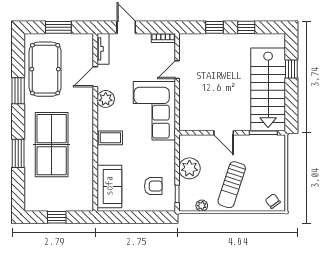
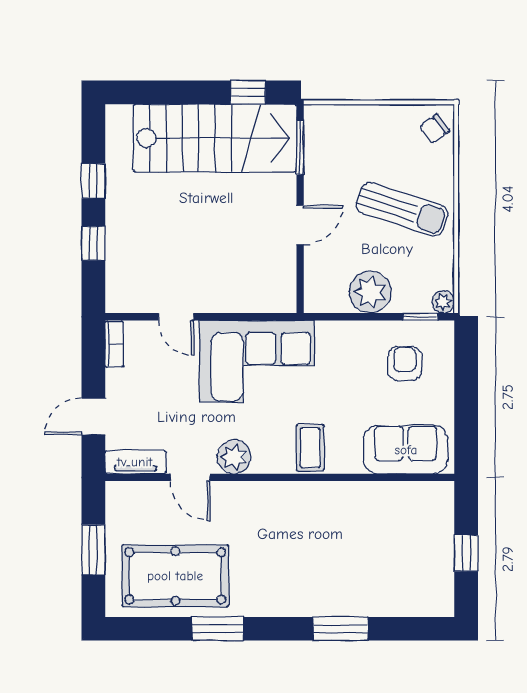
window: (291, 69) -> (248, 92), moved
table tennis table: (52, 145) -> (324, 563), removed
plant: (202, 206) -> (443, 302), moved

